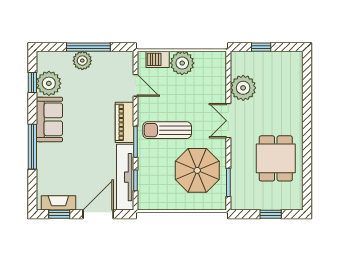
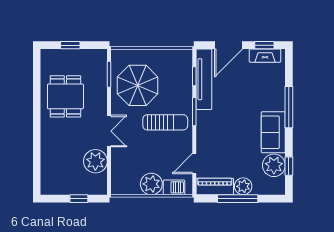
door: (136, 85) -> (194, 164), hinge flipped
piano: (124, 122) -> (215, 187), moved, turned -90

